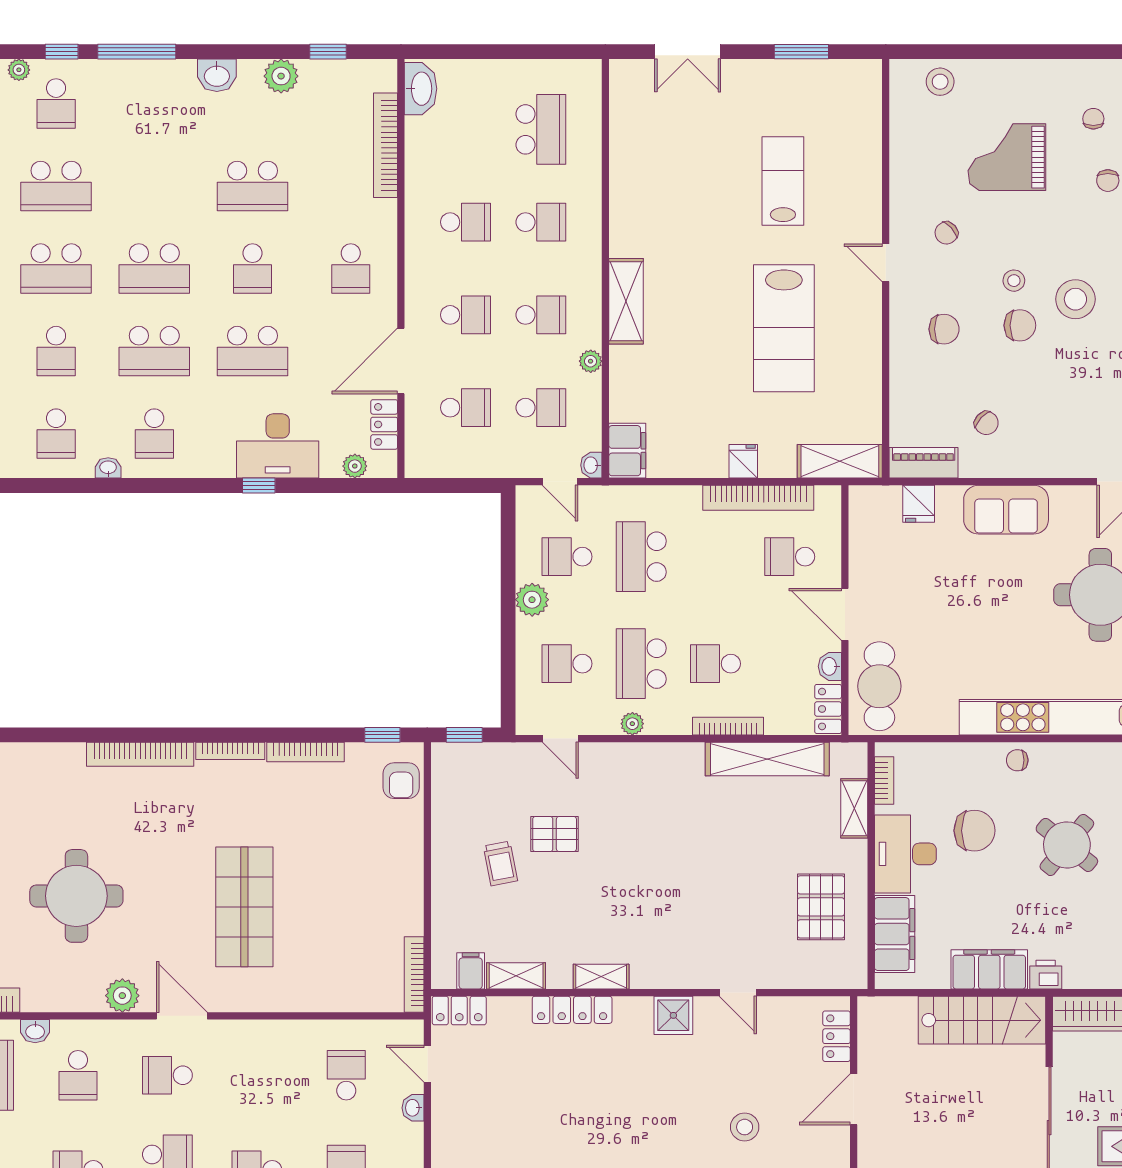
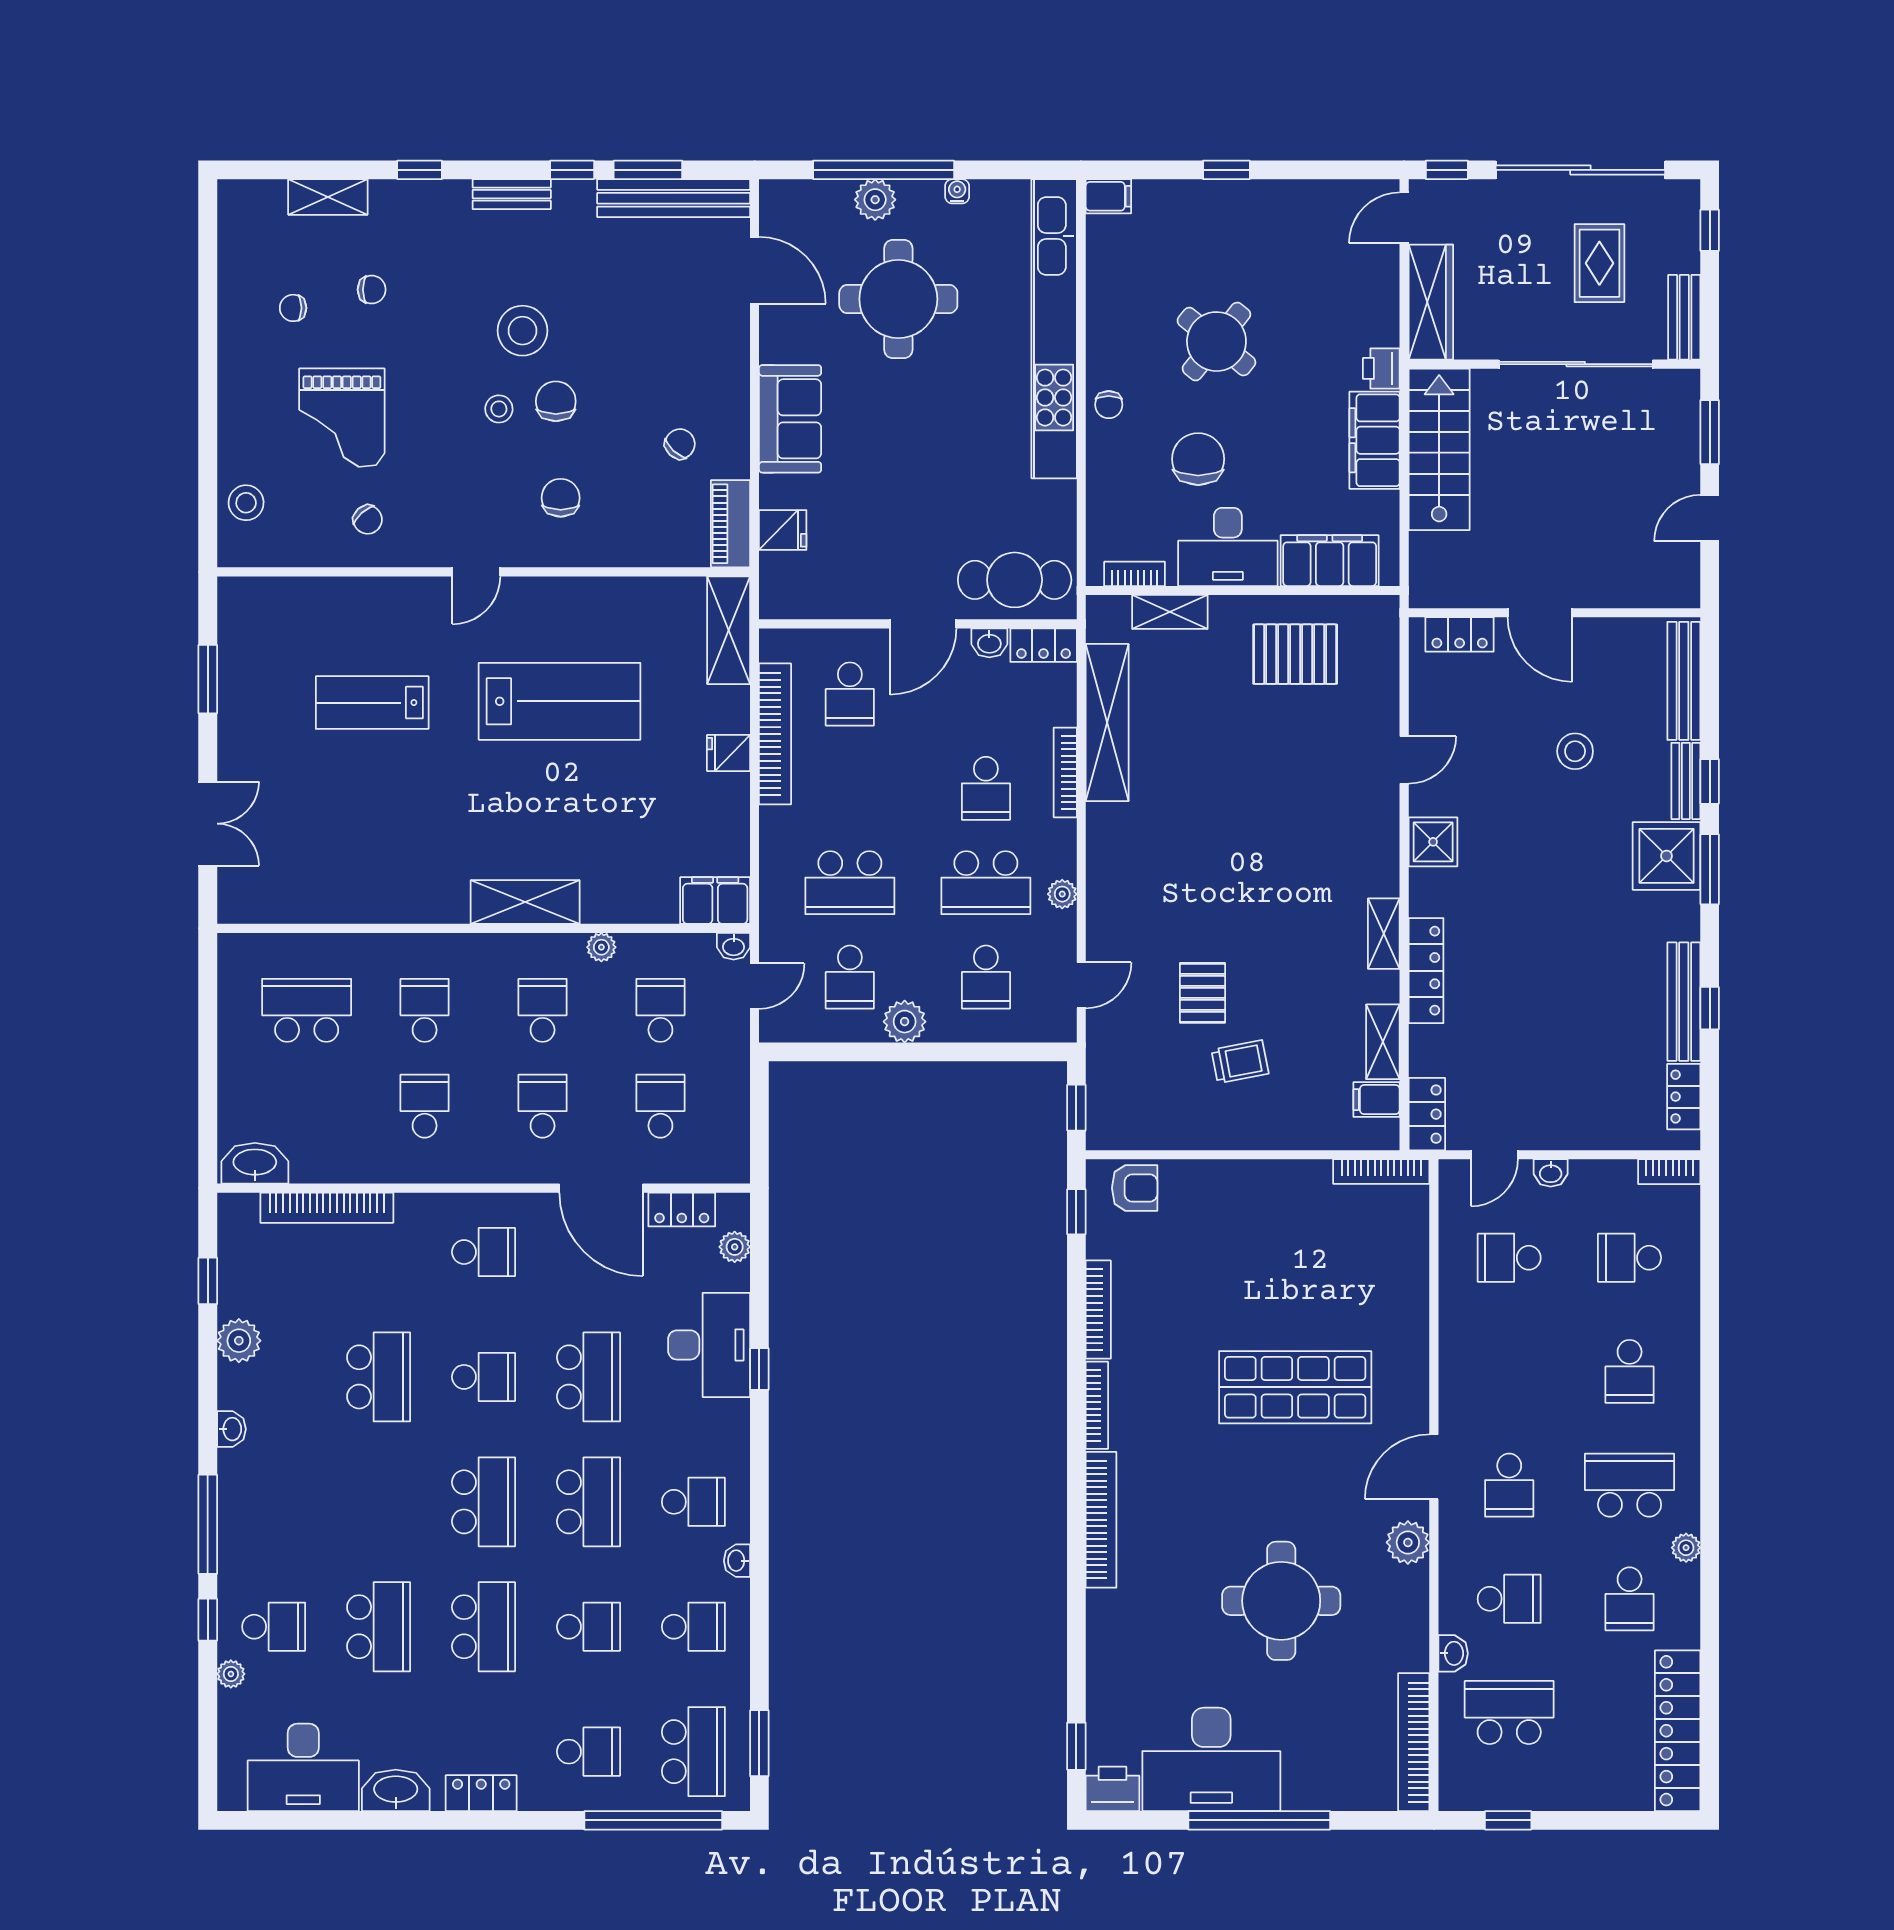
washbasin: (217, 75) -> (231, 1429), width x0.72, depth x0.69
chair: (946, 233) -> (368, 520), moved

